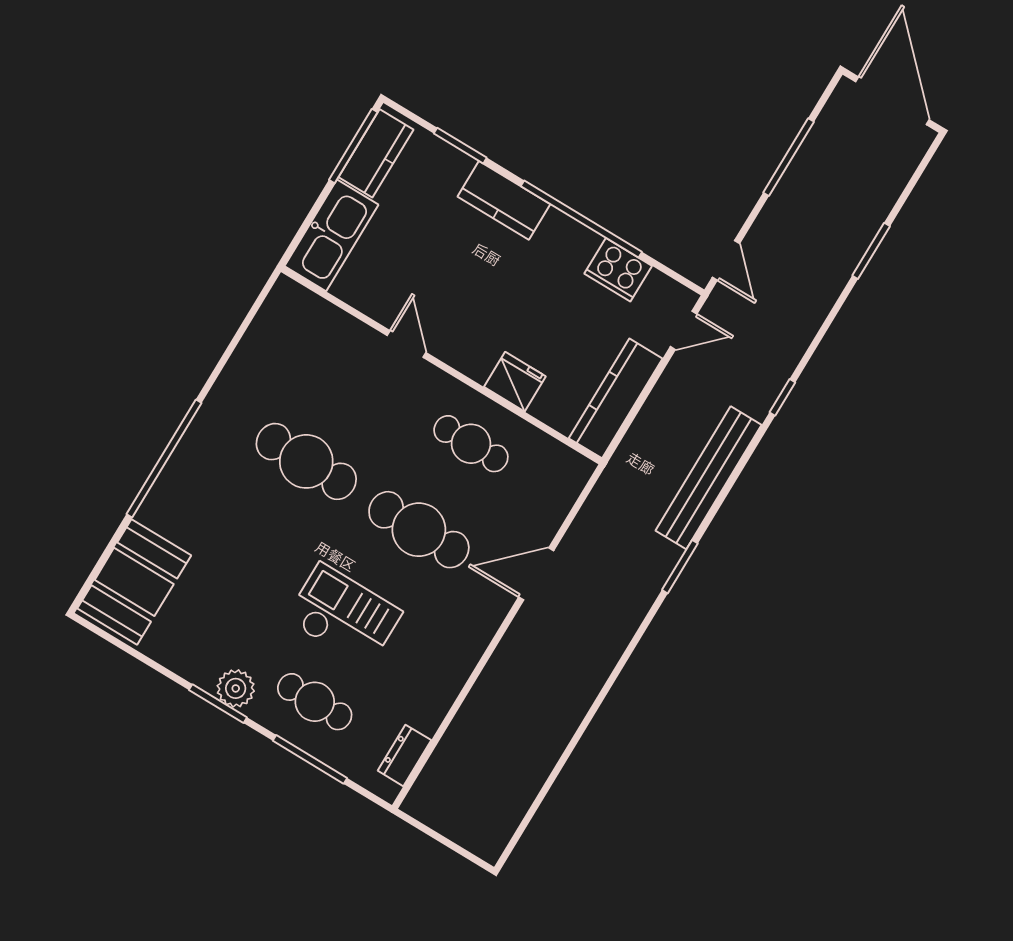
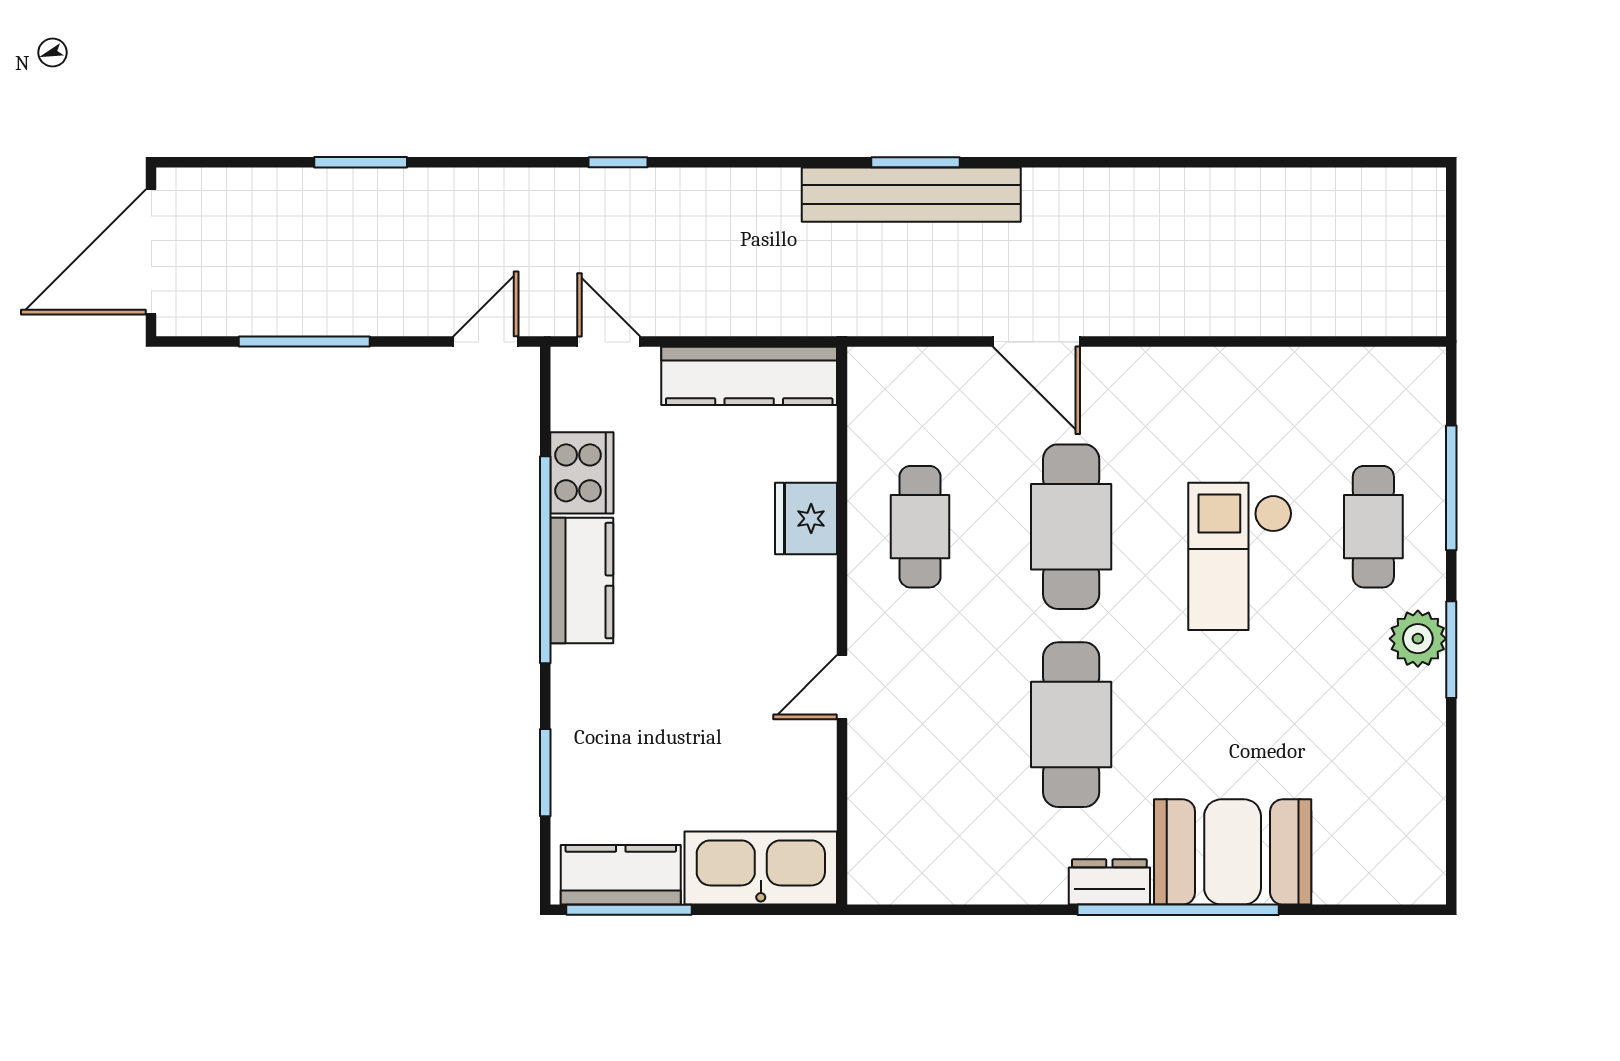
kitchen counter: (504, 200) -> (582, 581), moved
bench: (709, 478) -> (911, 195), moved
booth: (134, 582) -> (1233, 852), moved
dresser: (404, 755) -> (1109, 882), moved, turned 180

